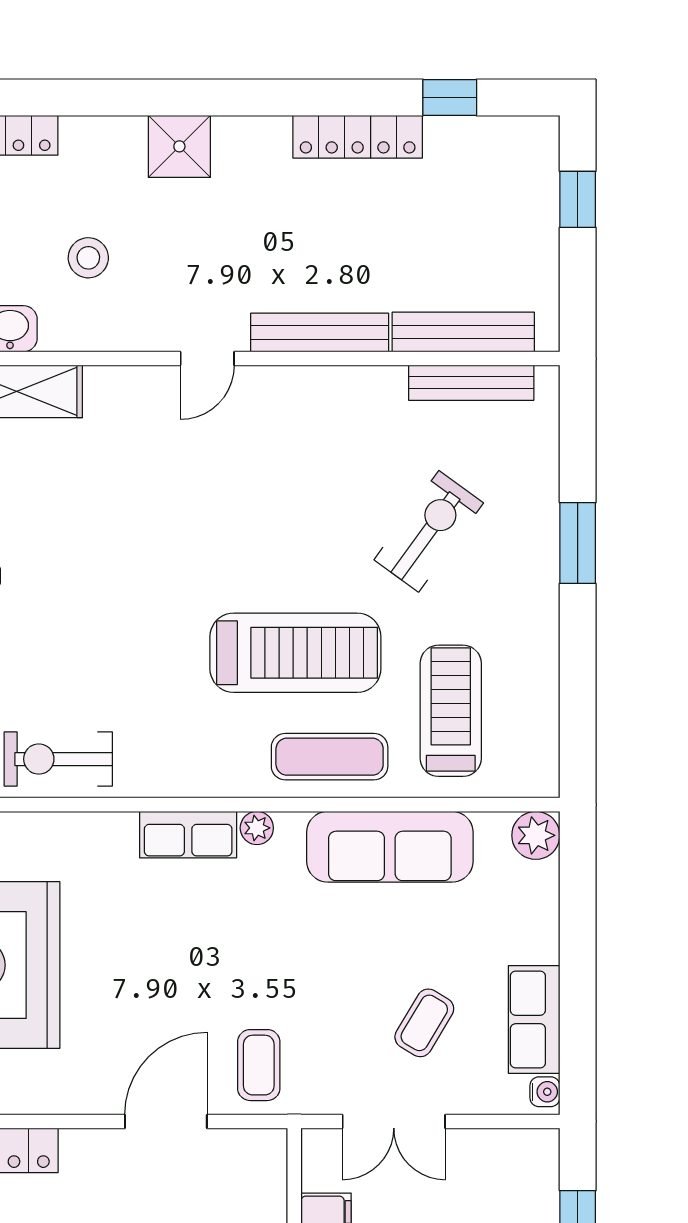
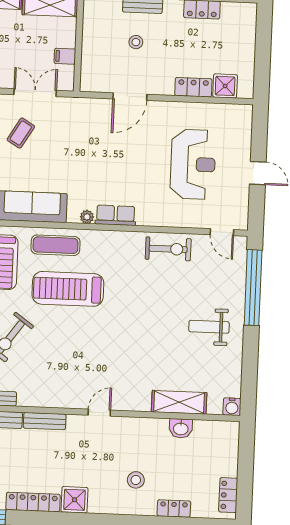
shower: (179, 146) -> (75, 500), moved
stool: (88, 258) -> (136, 480), moved
bench: (320, 332) -> (45, 421), width x0.73
coffee table: (259, 1065) -> (90, 118), removed

